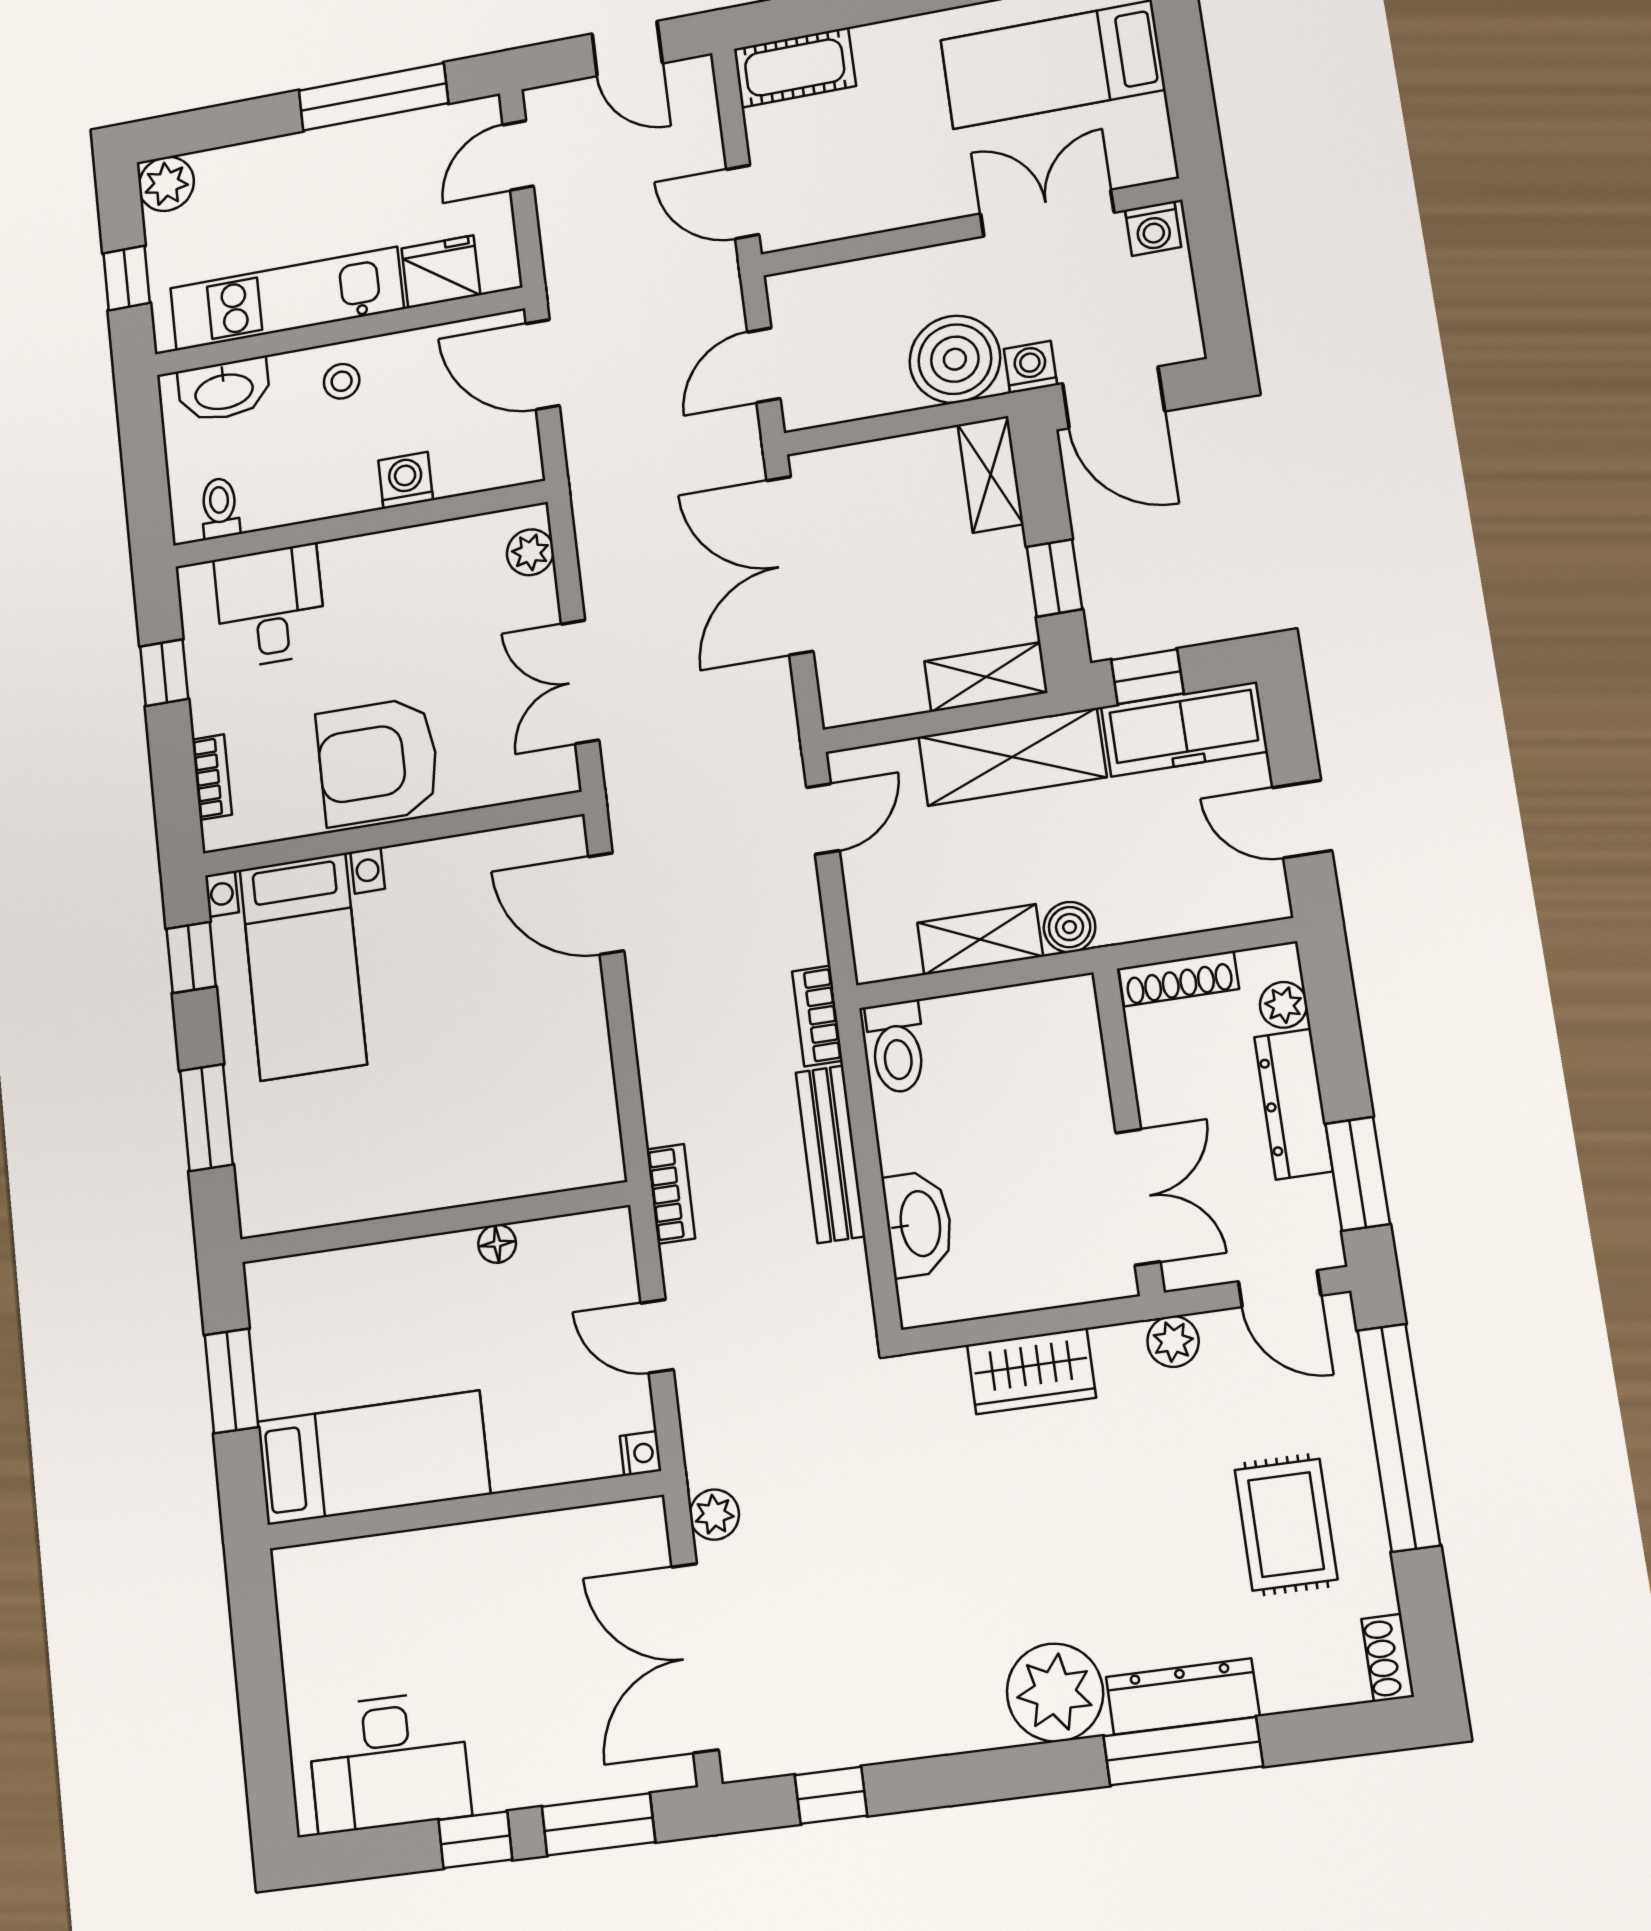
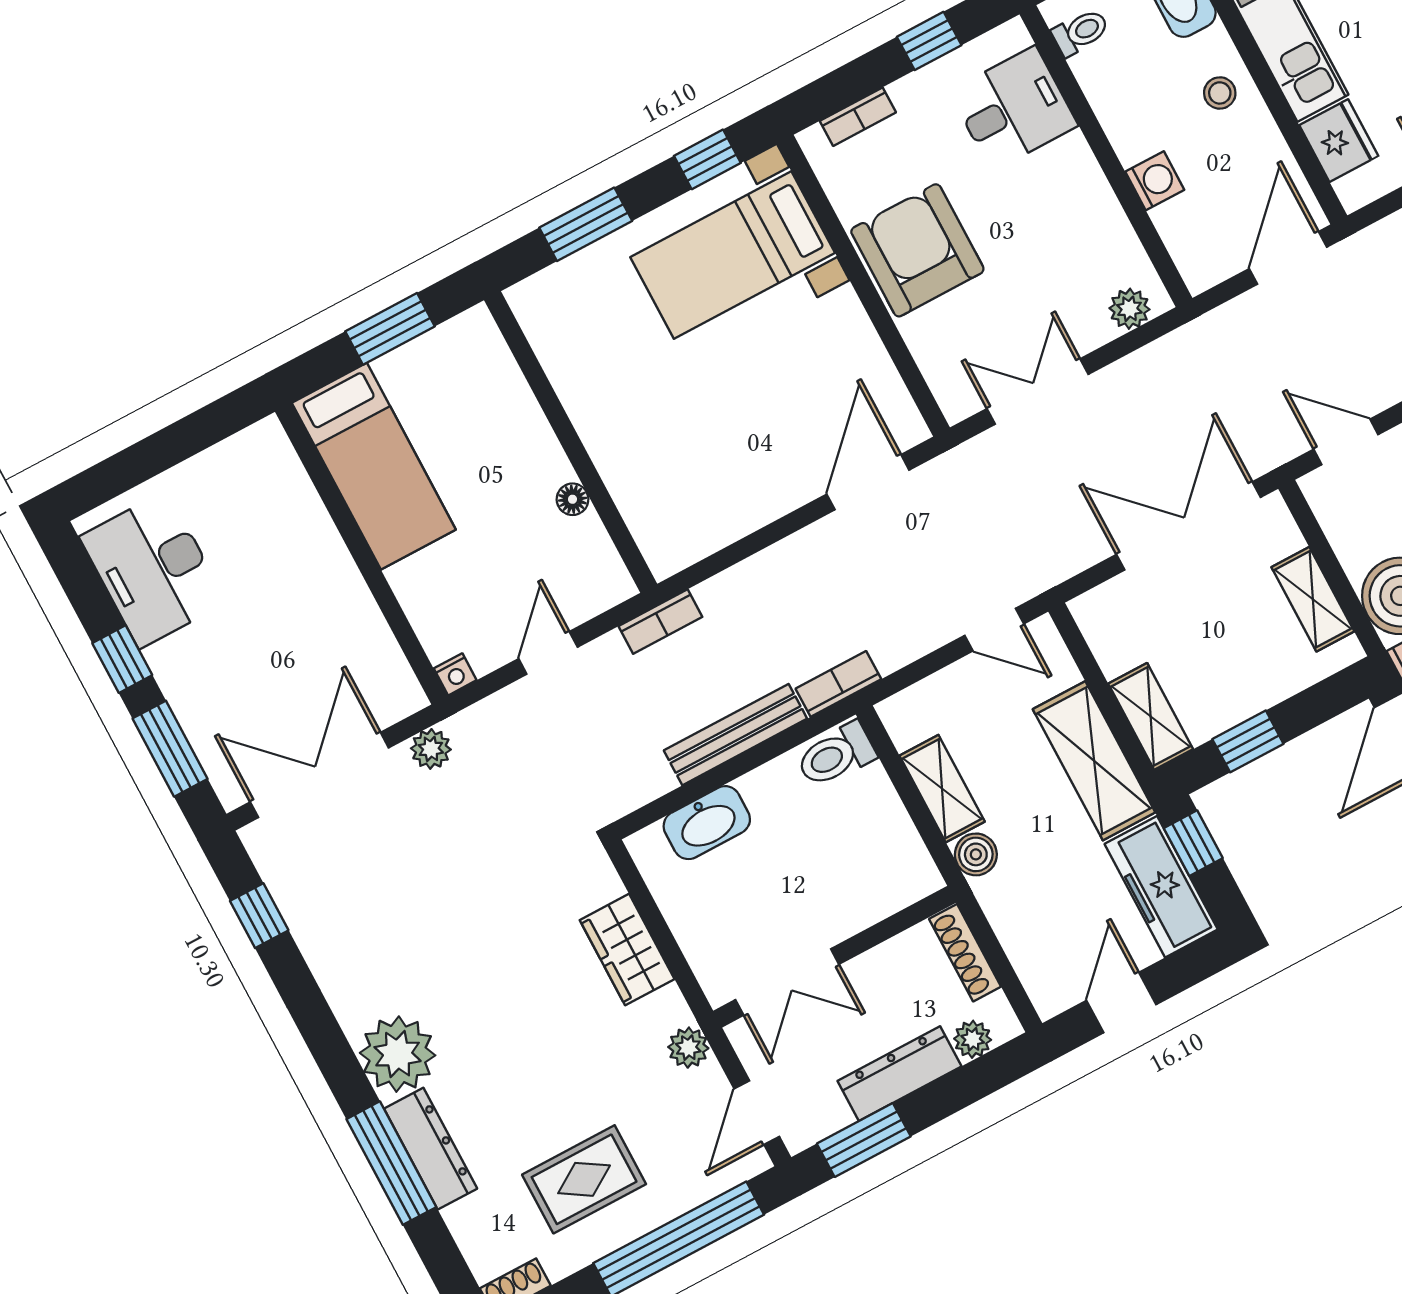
shelving: (991, 474) -> (1313, 599), moved, turned 90

